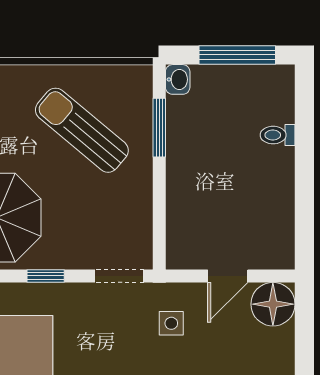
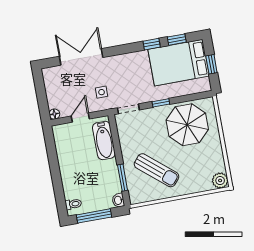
toilet: (278, 135) -> (73, 204), moved
bathtub: (185, 216) -> (104, 140), added
floor lamp: (273, 304) -> (54, 114), width x0.53, depth x0.53

